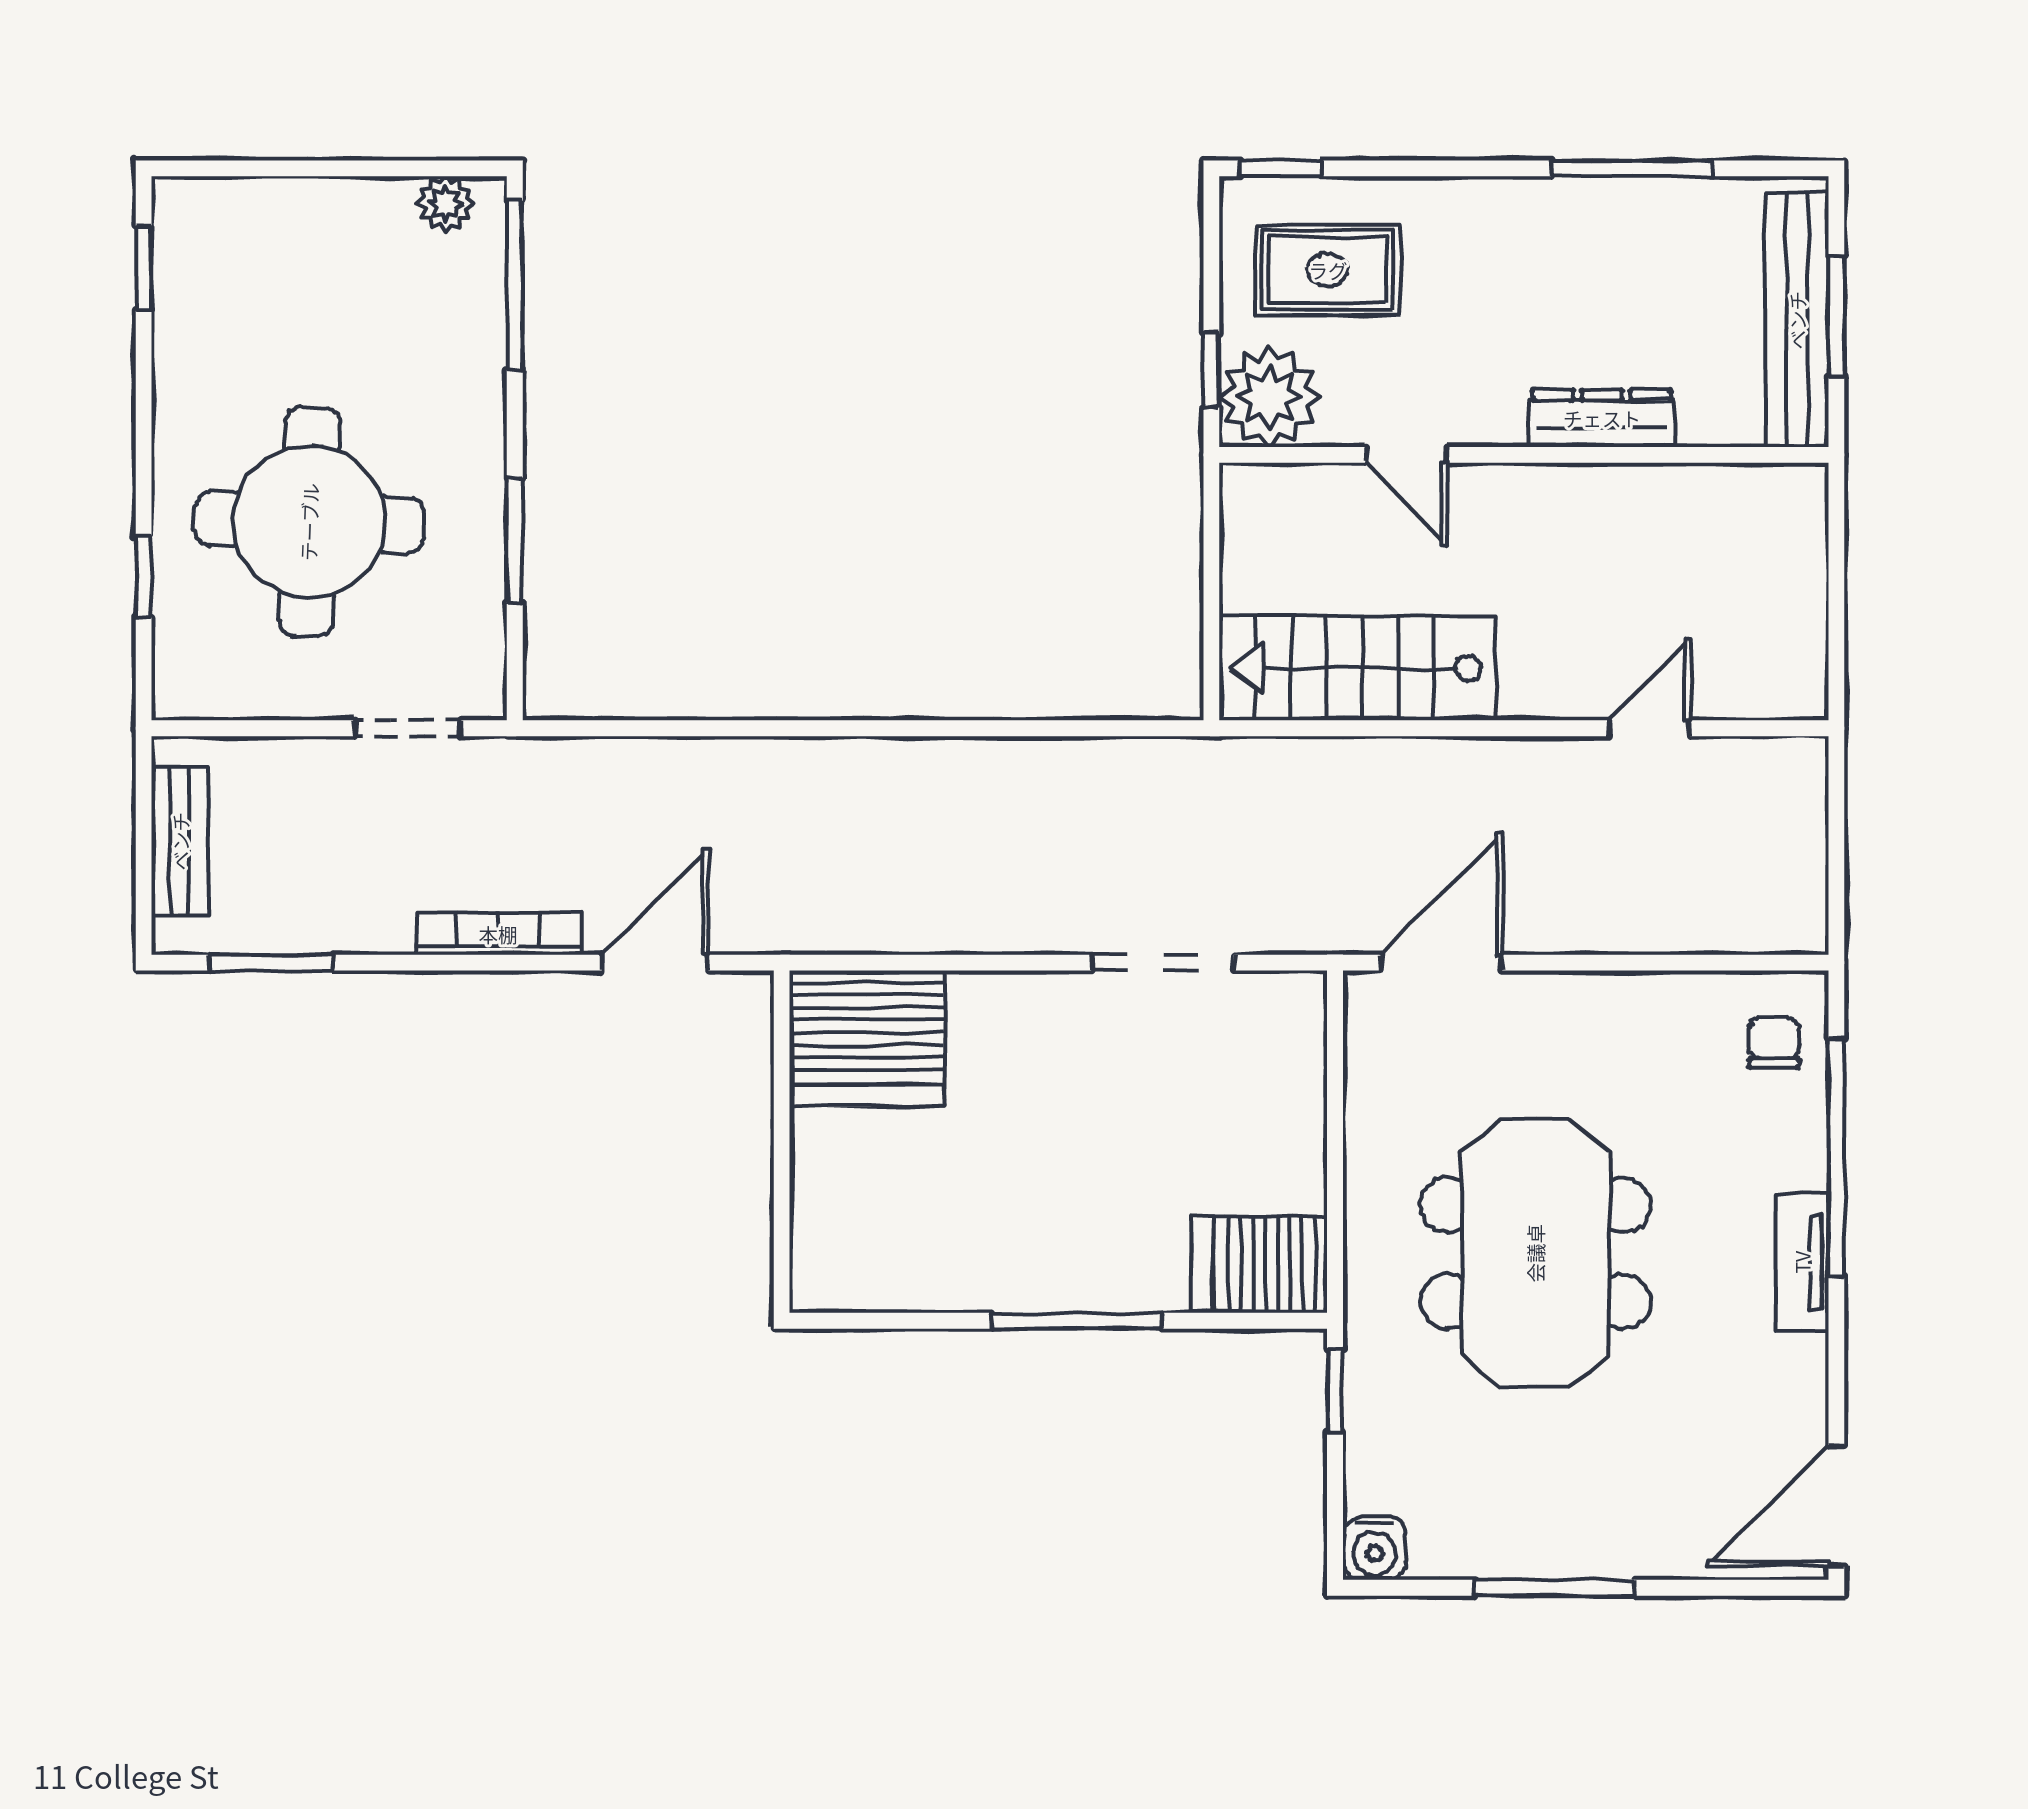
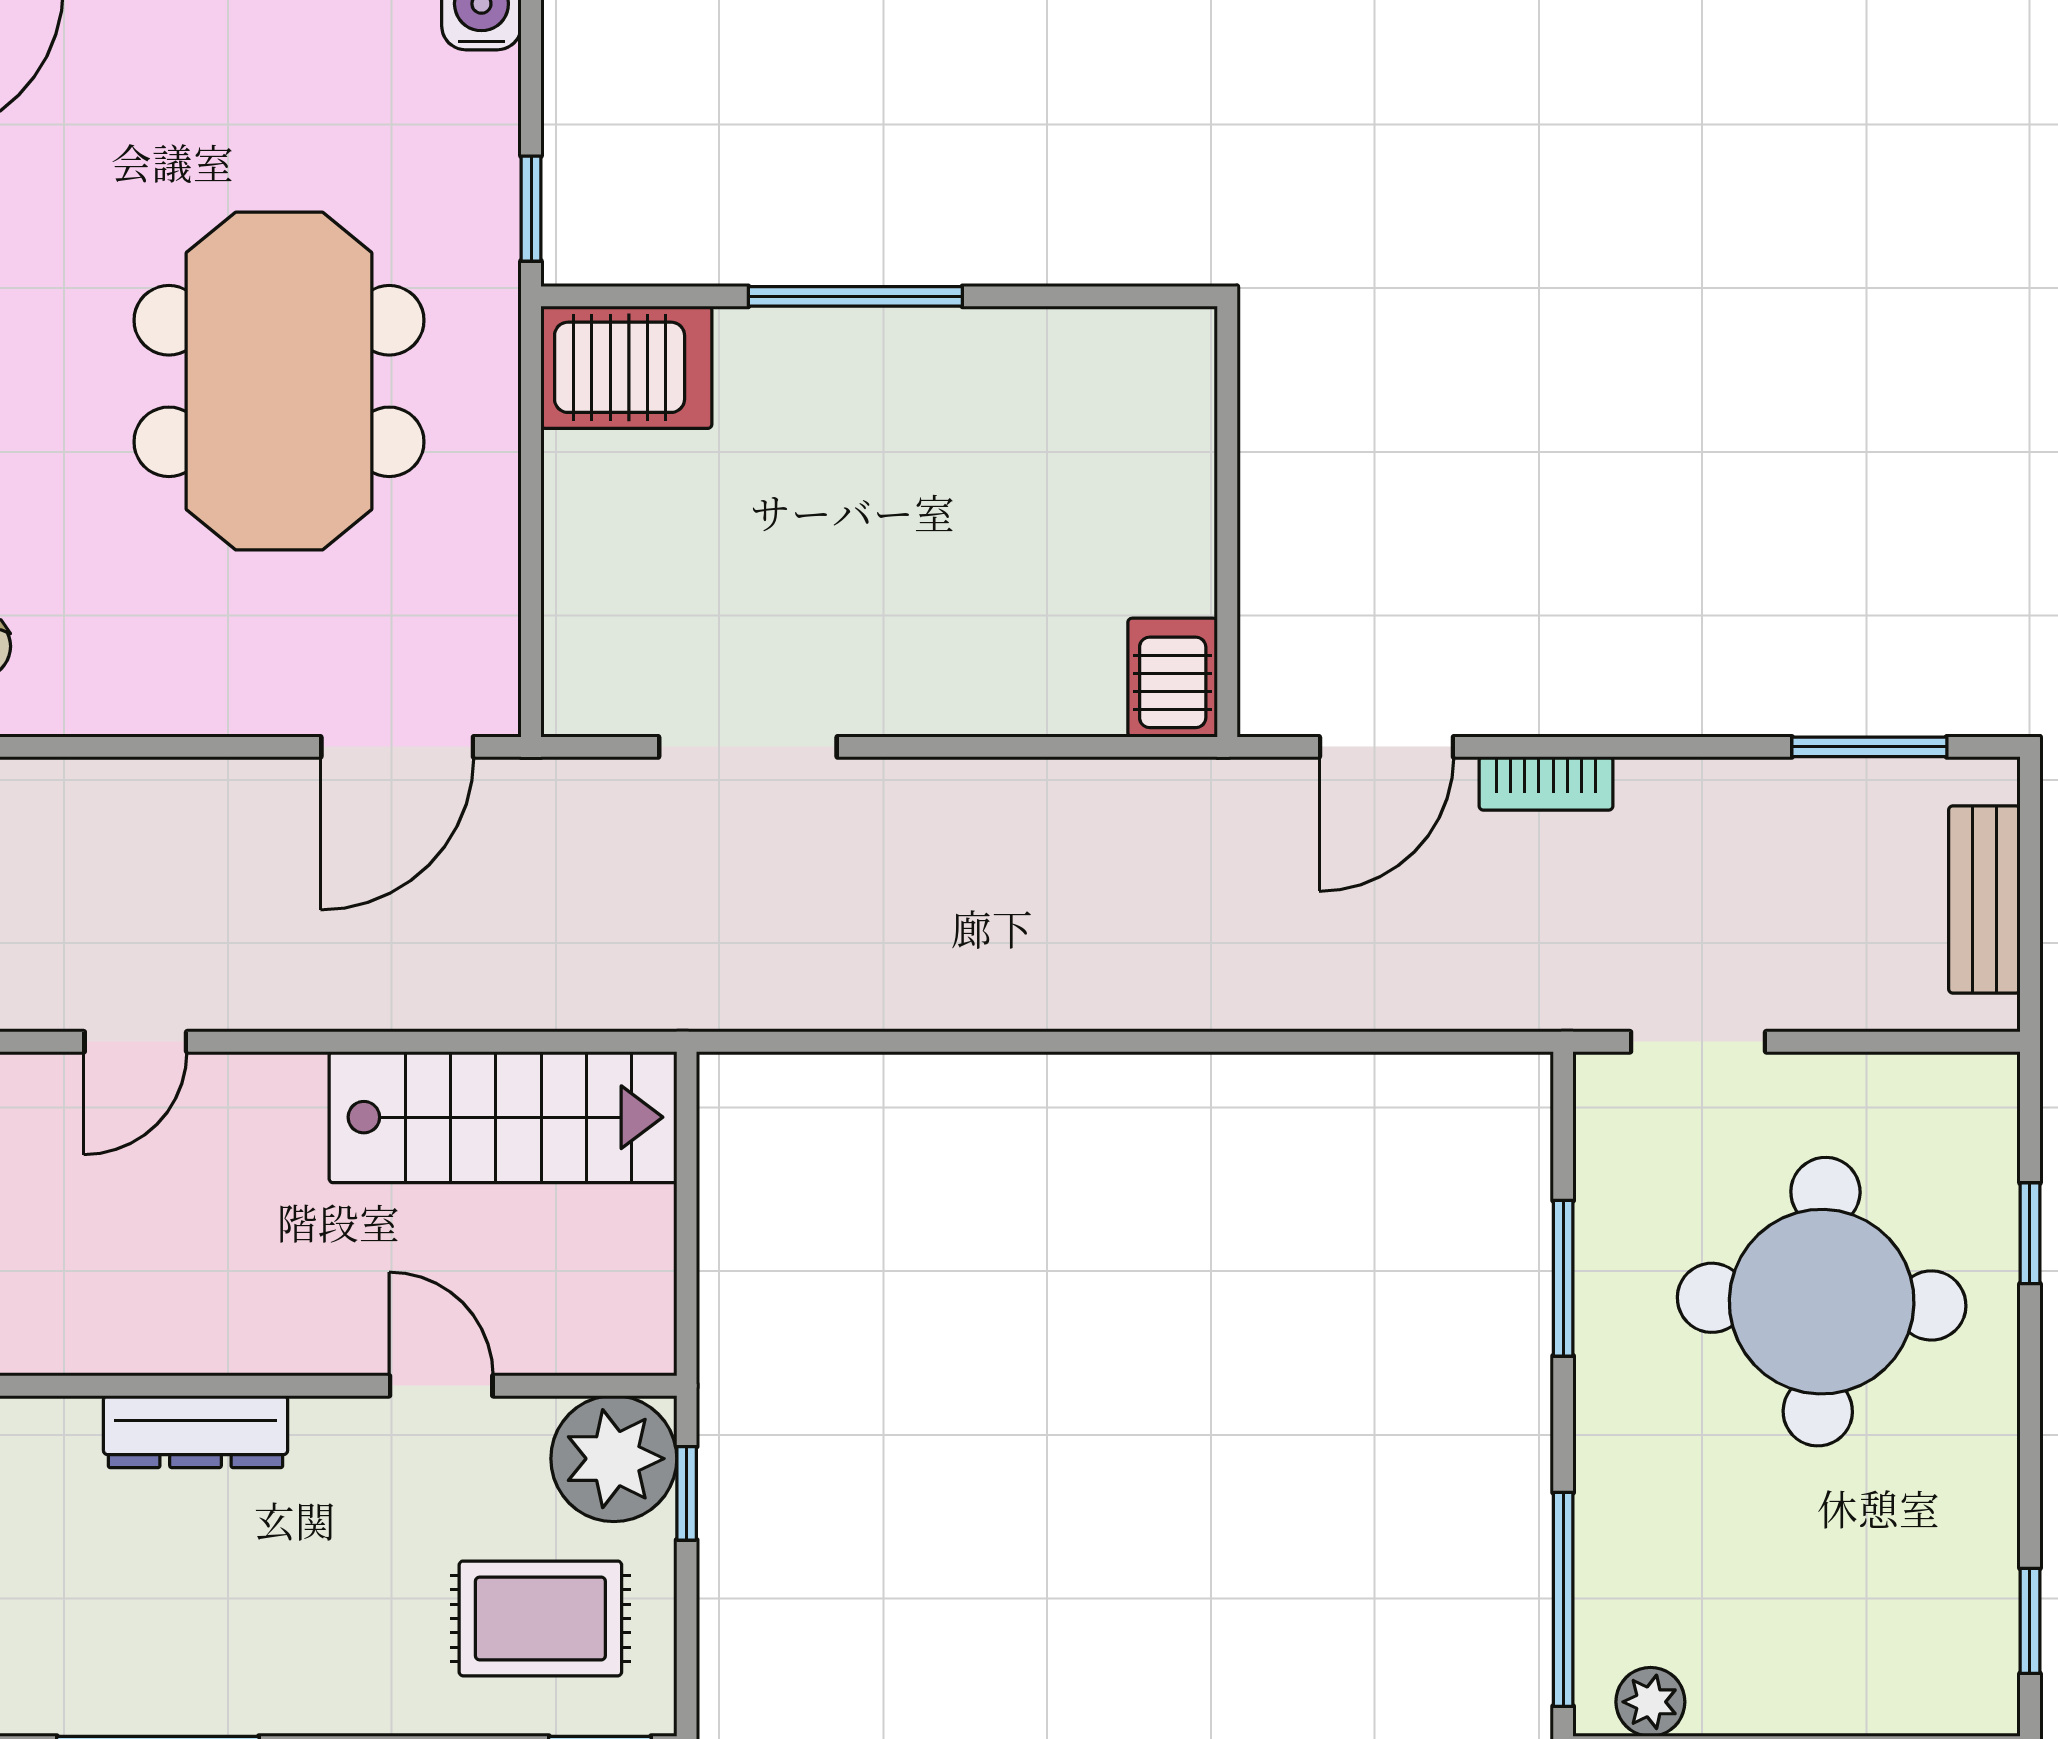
bookcase: (498, 934) -> (1546, 783), width x0.64
server rack: (867, 1038) -> (1173, 678), width x0.46, depth x0.70

